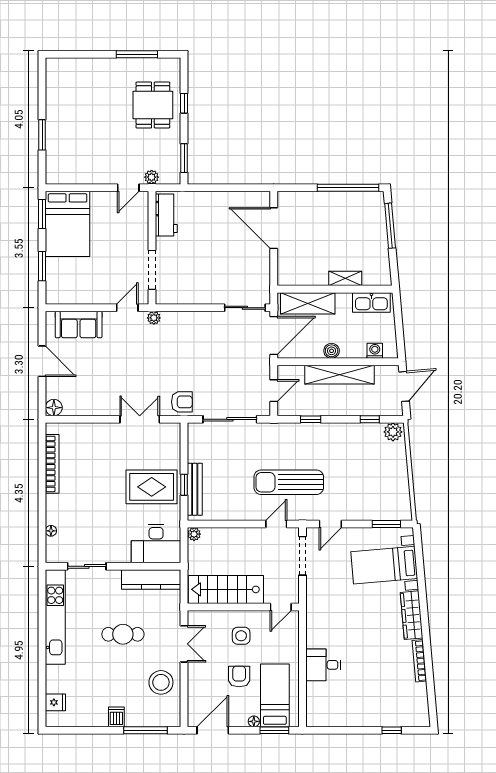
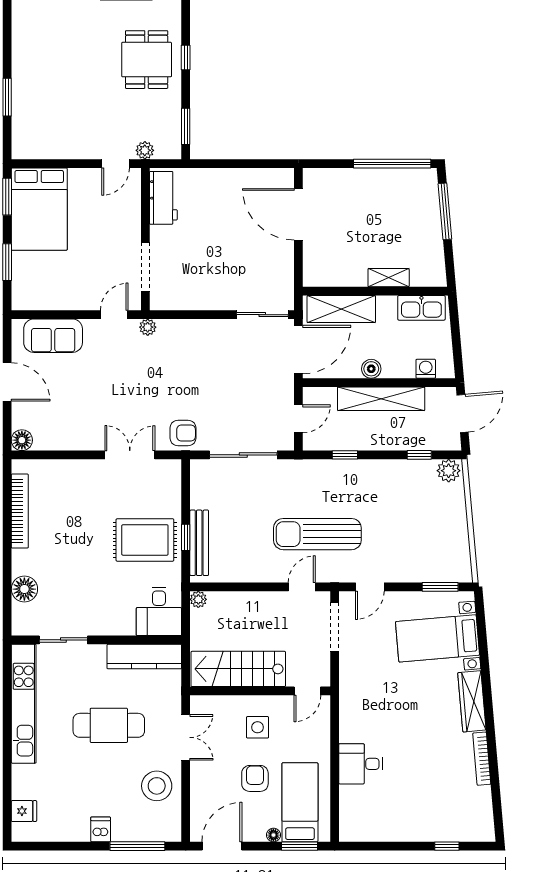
floor lamp: (51, 531) -> (24, 589), width x1.89, depth x1.89
desk: (156, 544) -> (159, 611), width x0.73
cafe table: (123, 634) -> (109, 725), width x1.37, depth x1.35

